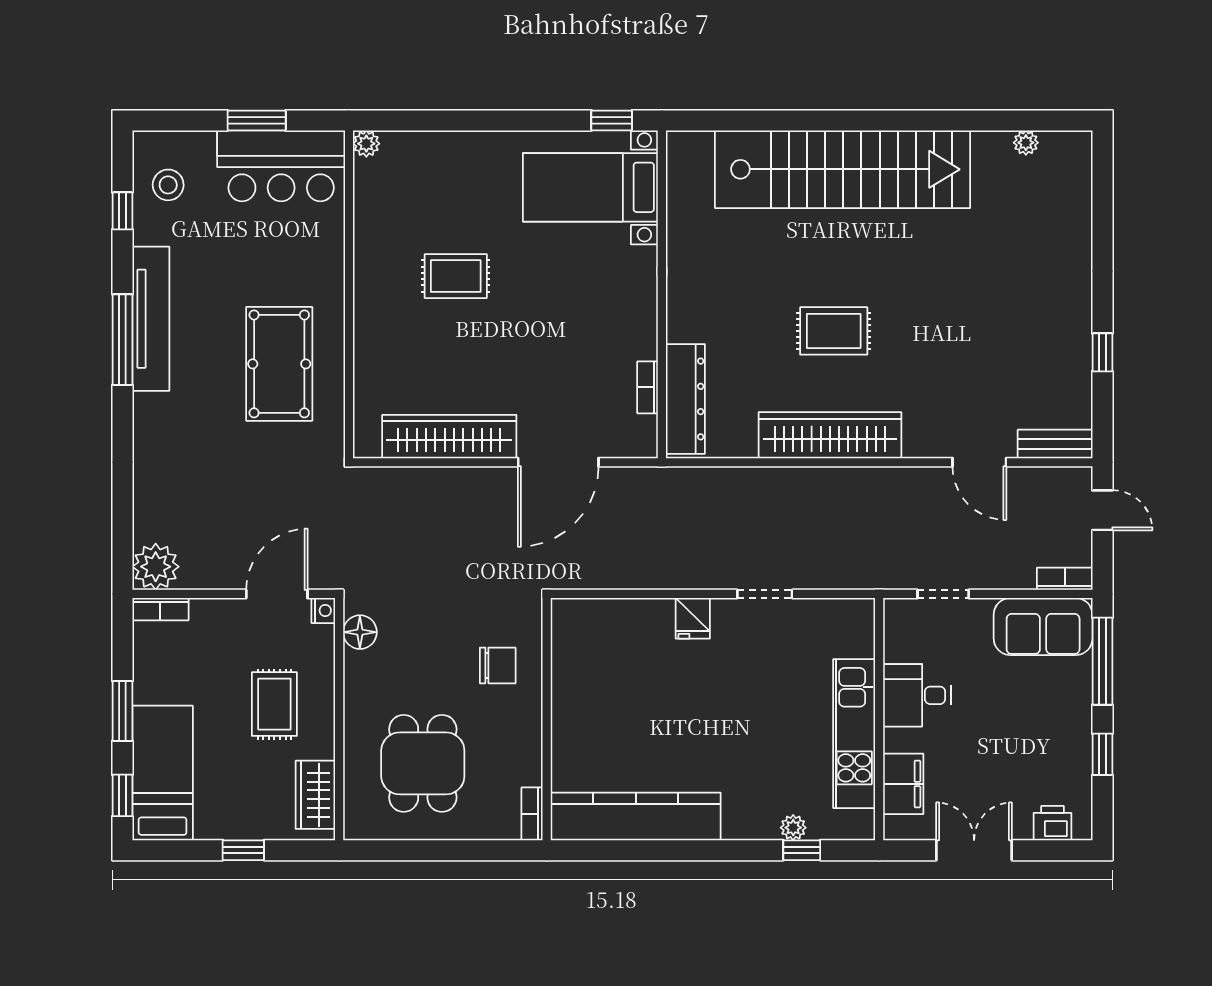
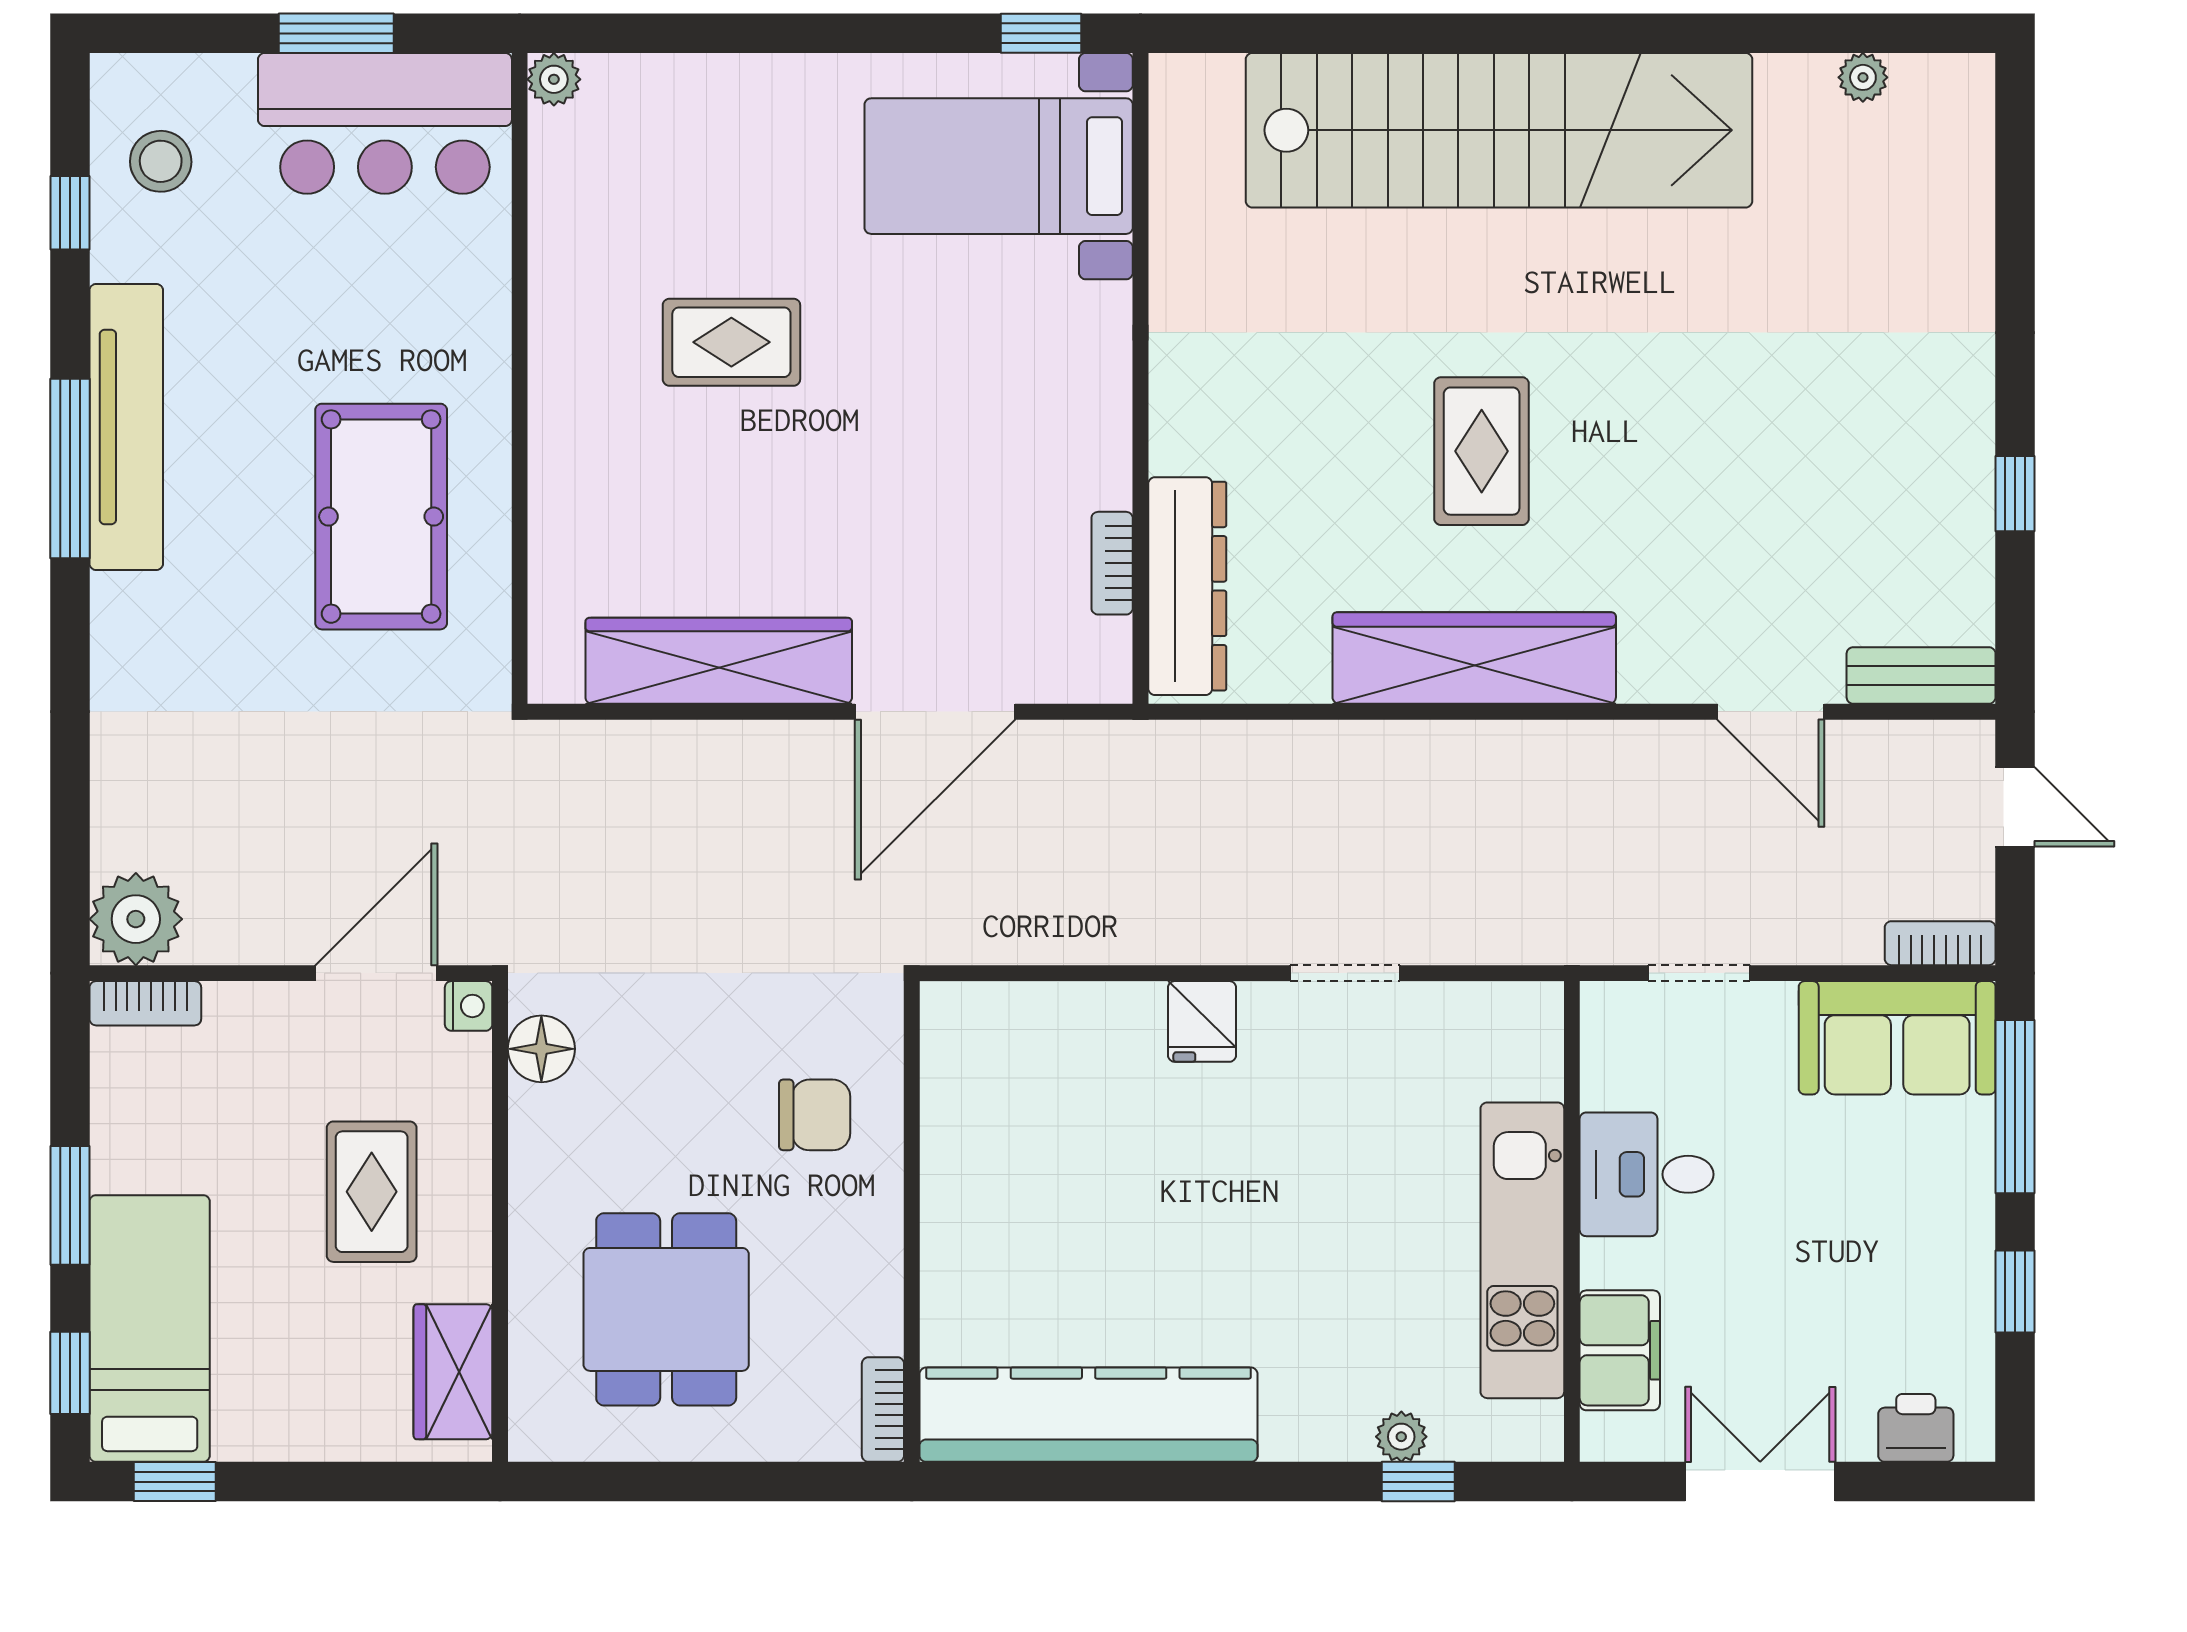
rug: (834, 331) -> (1482, 451), turned 90
window: (243, 850) -> (175, 1482), moved

